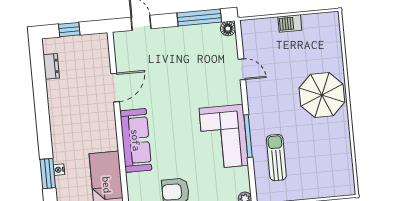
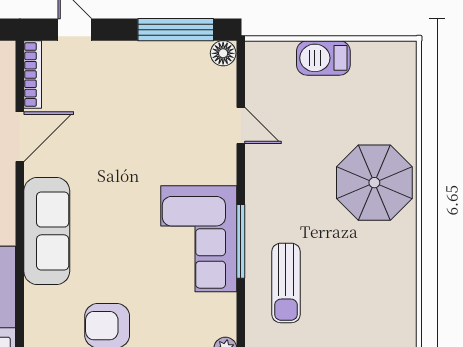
barbecue: (290, 23) -> (323, 58), width x1.38, depth x1.27
bookcase: (119, 51) -> (33, 74), added
sun lounger: (276, 158) -> (286, 283), turned 180

